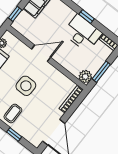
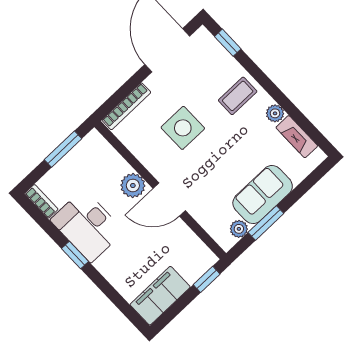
plant: (85, 77) -> (133, 185), moved
side table: (26, 86) -> (183, 128), moved
window: (14, 134) -> (228, 43), moved

